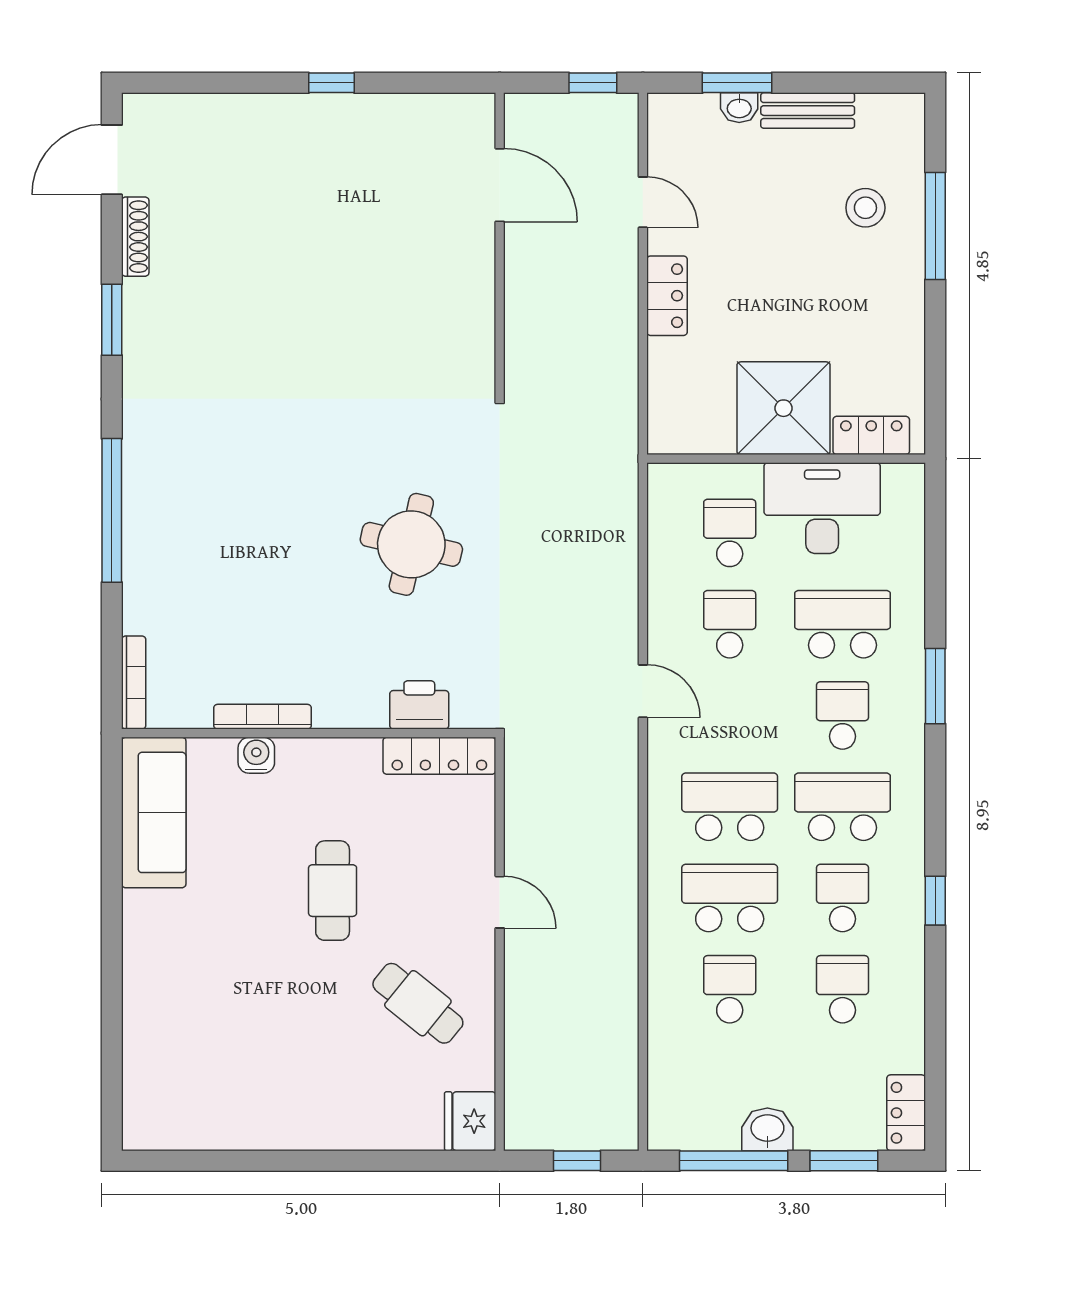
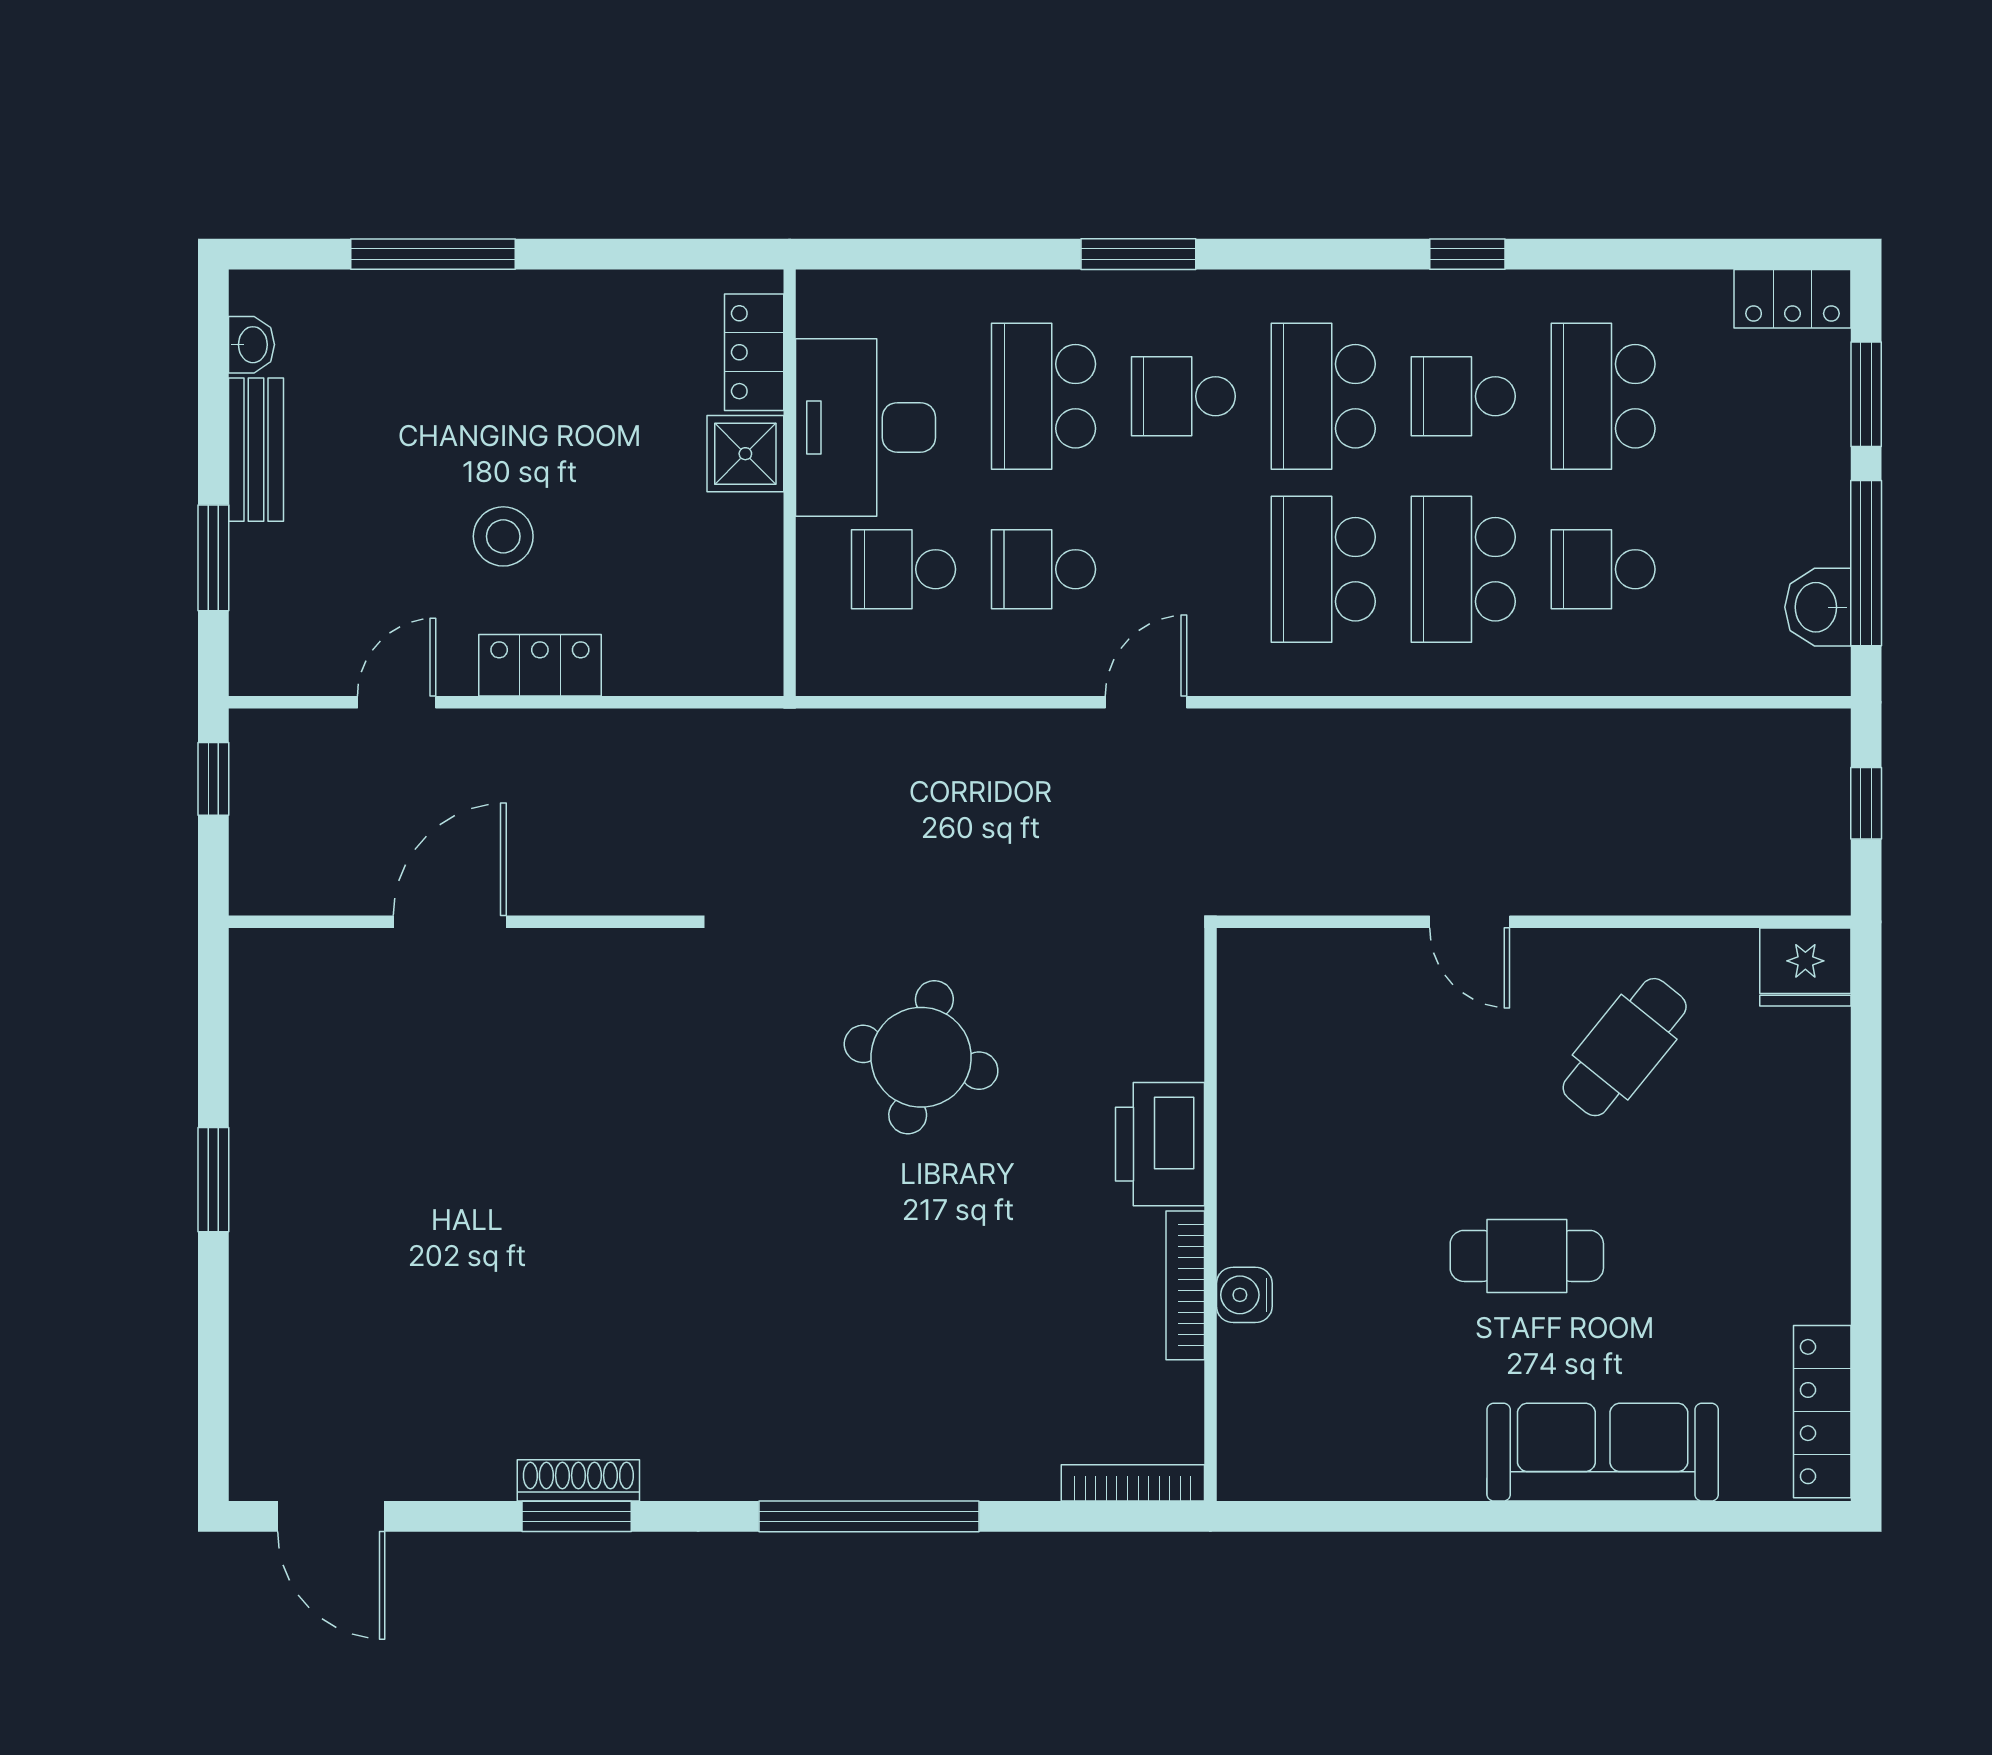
window: (332, 83) -> (213, 1180), width x1.50
washbasin: (739, 108) -> (251, 345), moved
door: (500, 185) -> (450, 922), moved
stool: (865, 208) -> (503, 536), moved
shoe rack: (135, 237) -> (578, 1480), moved
shower: (784, 408) -> (745, 454), width x0.54, depth x0.54
printer: (419, 705) -> (1160, 1144), moved, width x1.37, depth x1.19
locker: (439, 756) -> (1822, 1412), moved, turned 180
sofa: (154, 812) -> (1603, 1452), moved
cafe table: (333, 891) -> (1527, 1256), moved
door: (500, 902) -> (1470, 922), swing flipped
school desk: (843, 989) -> (1603, 396), width x1.85
washbasin: (767, 1129) -> (1818, 607), moved

